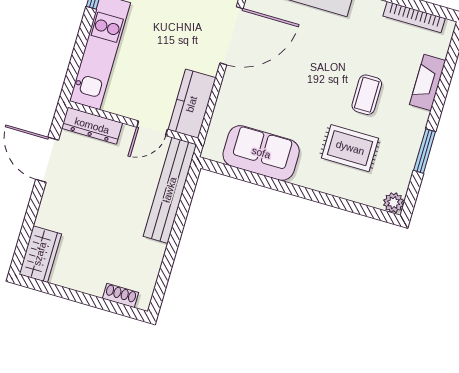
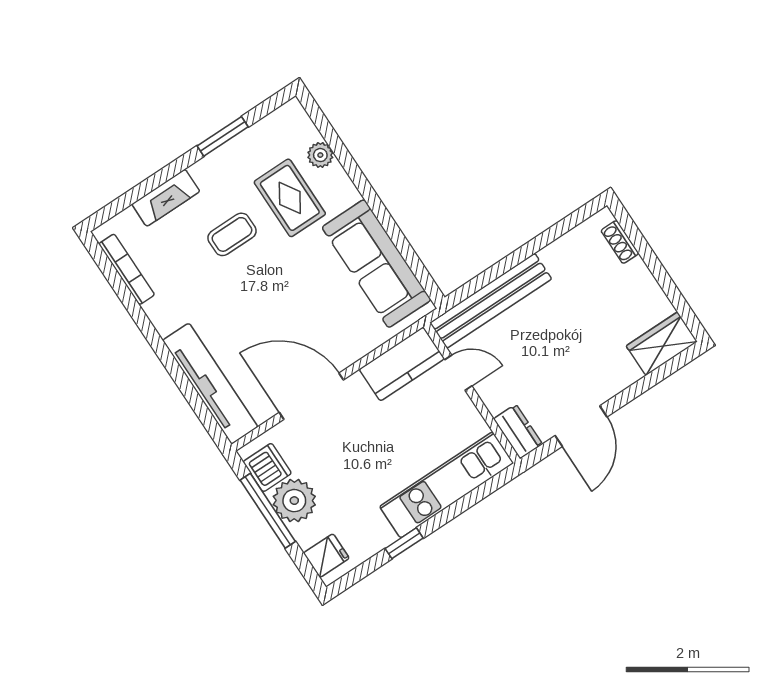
dresser: (92, 126) -> (518, 431), width x0.70
sofa: (261, 153) -> (376, 264), width x1.36
plant: (394, 203) -> (320, 155), moved

